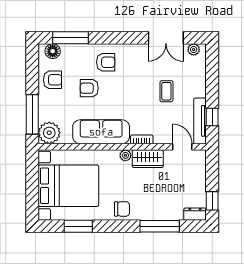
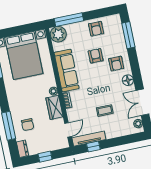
floor lamp: (53, 51) -> (128, 80), moved
window: (212, 201) -> (45, 157), moved
chair: (122, 209) -> (28, 125), moved

